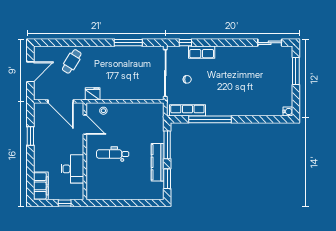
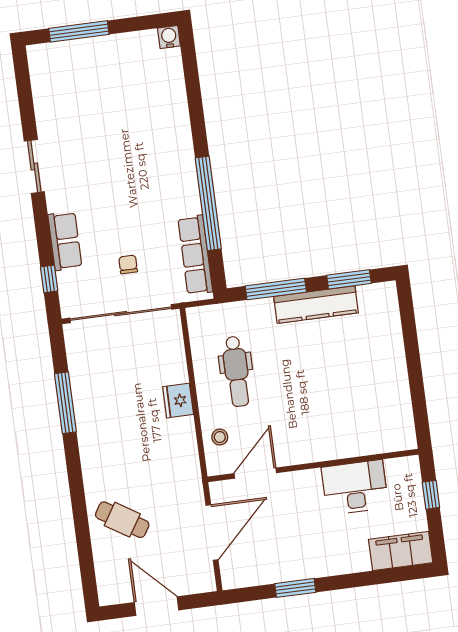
sliding door: (270, 43) -> (34, 166), moved
fridge: (93, 94) -> (178, 401), moved
dental chair: (113, 154) -> (236, 371), moved

